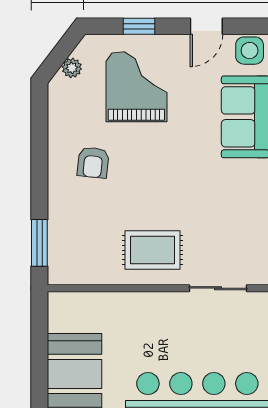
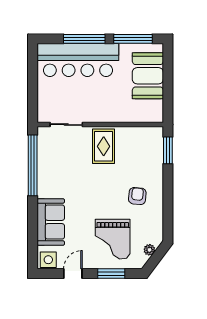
window: (139, 26) -> (111, 274), width x1.50
rug: (153, 250) -> (104, 146), turned 90

